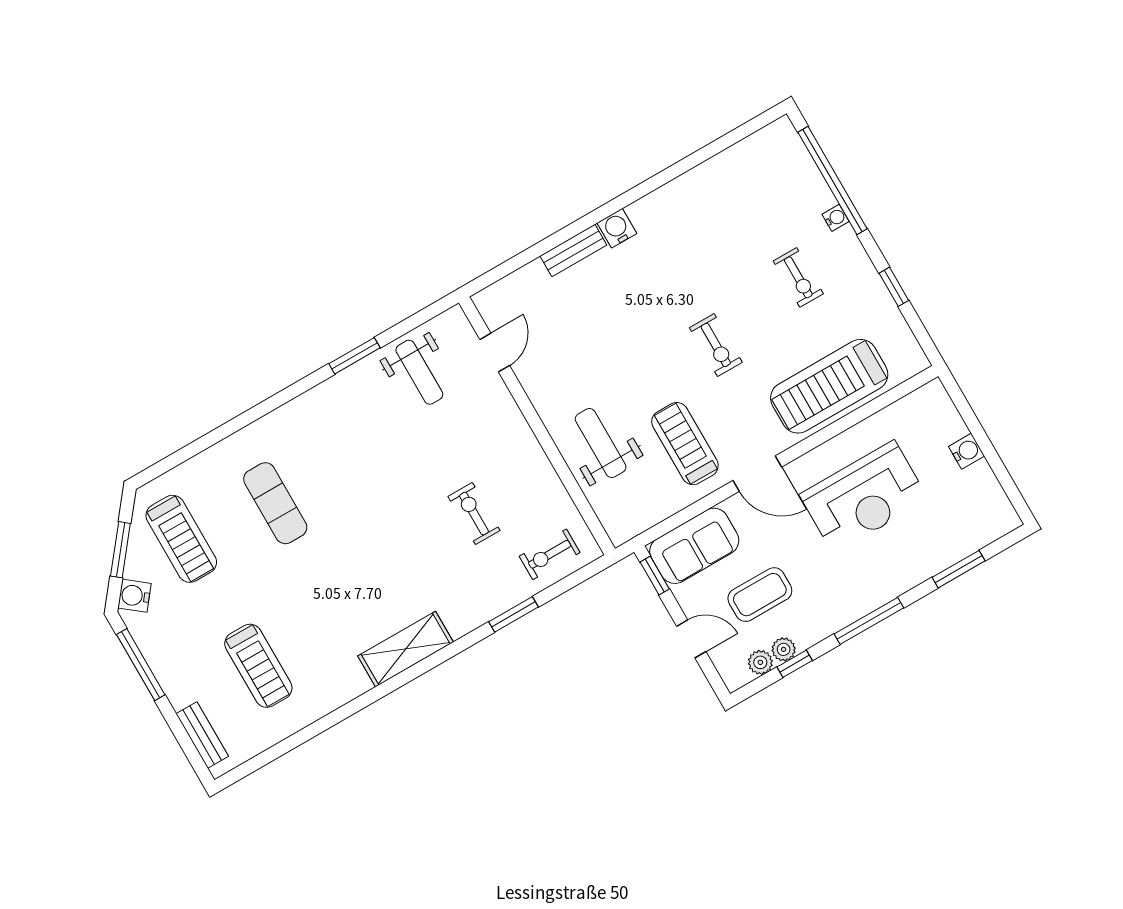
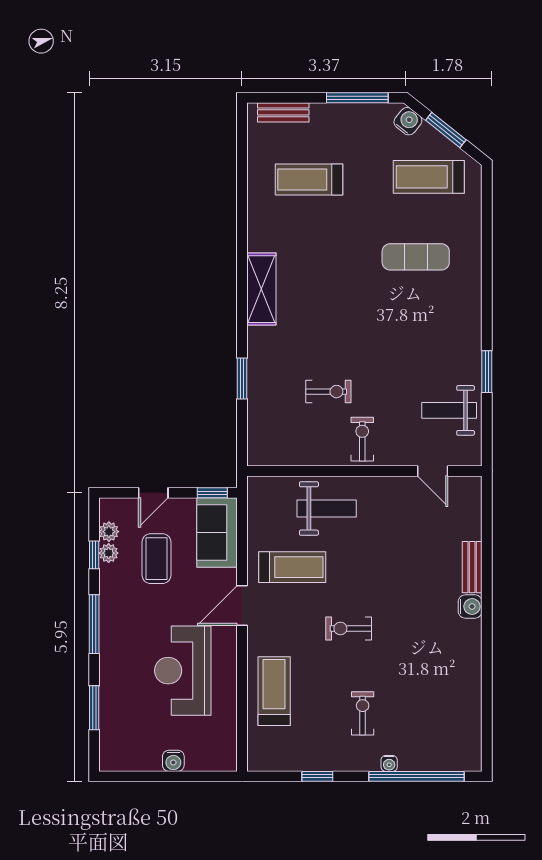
exercise bike: (798, 277) -> (363, 713), turned 90
treadmill: (829, 386) -> (274, 691), width x0.73, depth x0.73
exercise bike: (550, 554) -> (362, 439), moved

